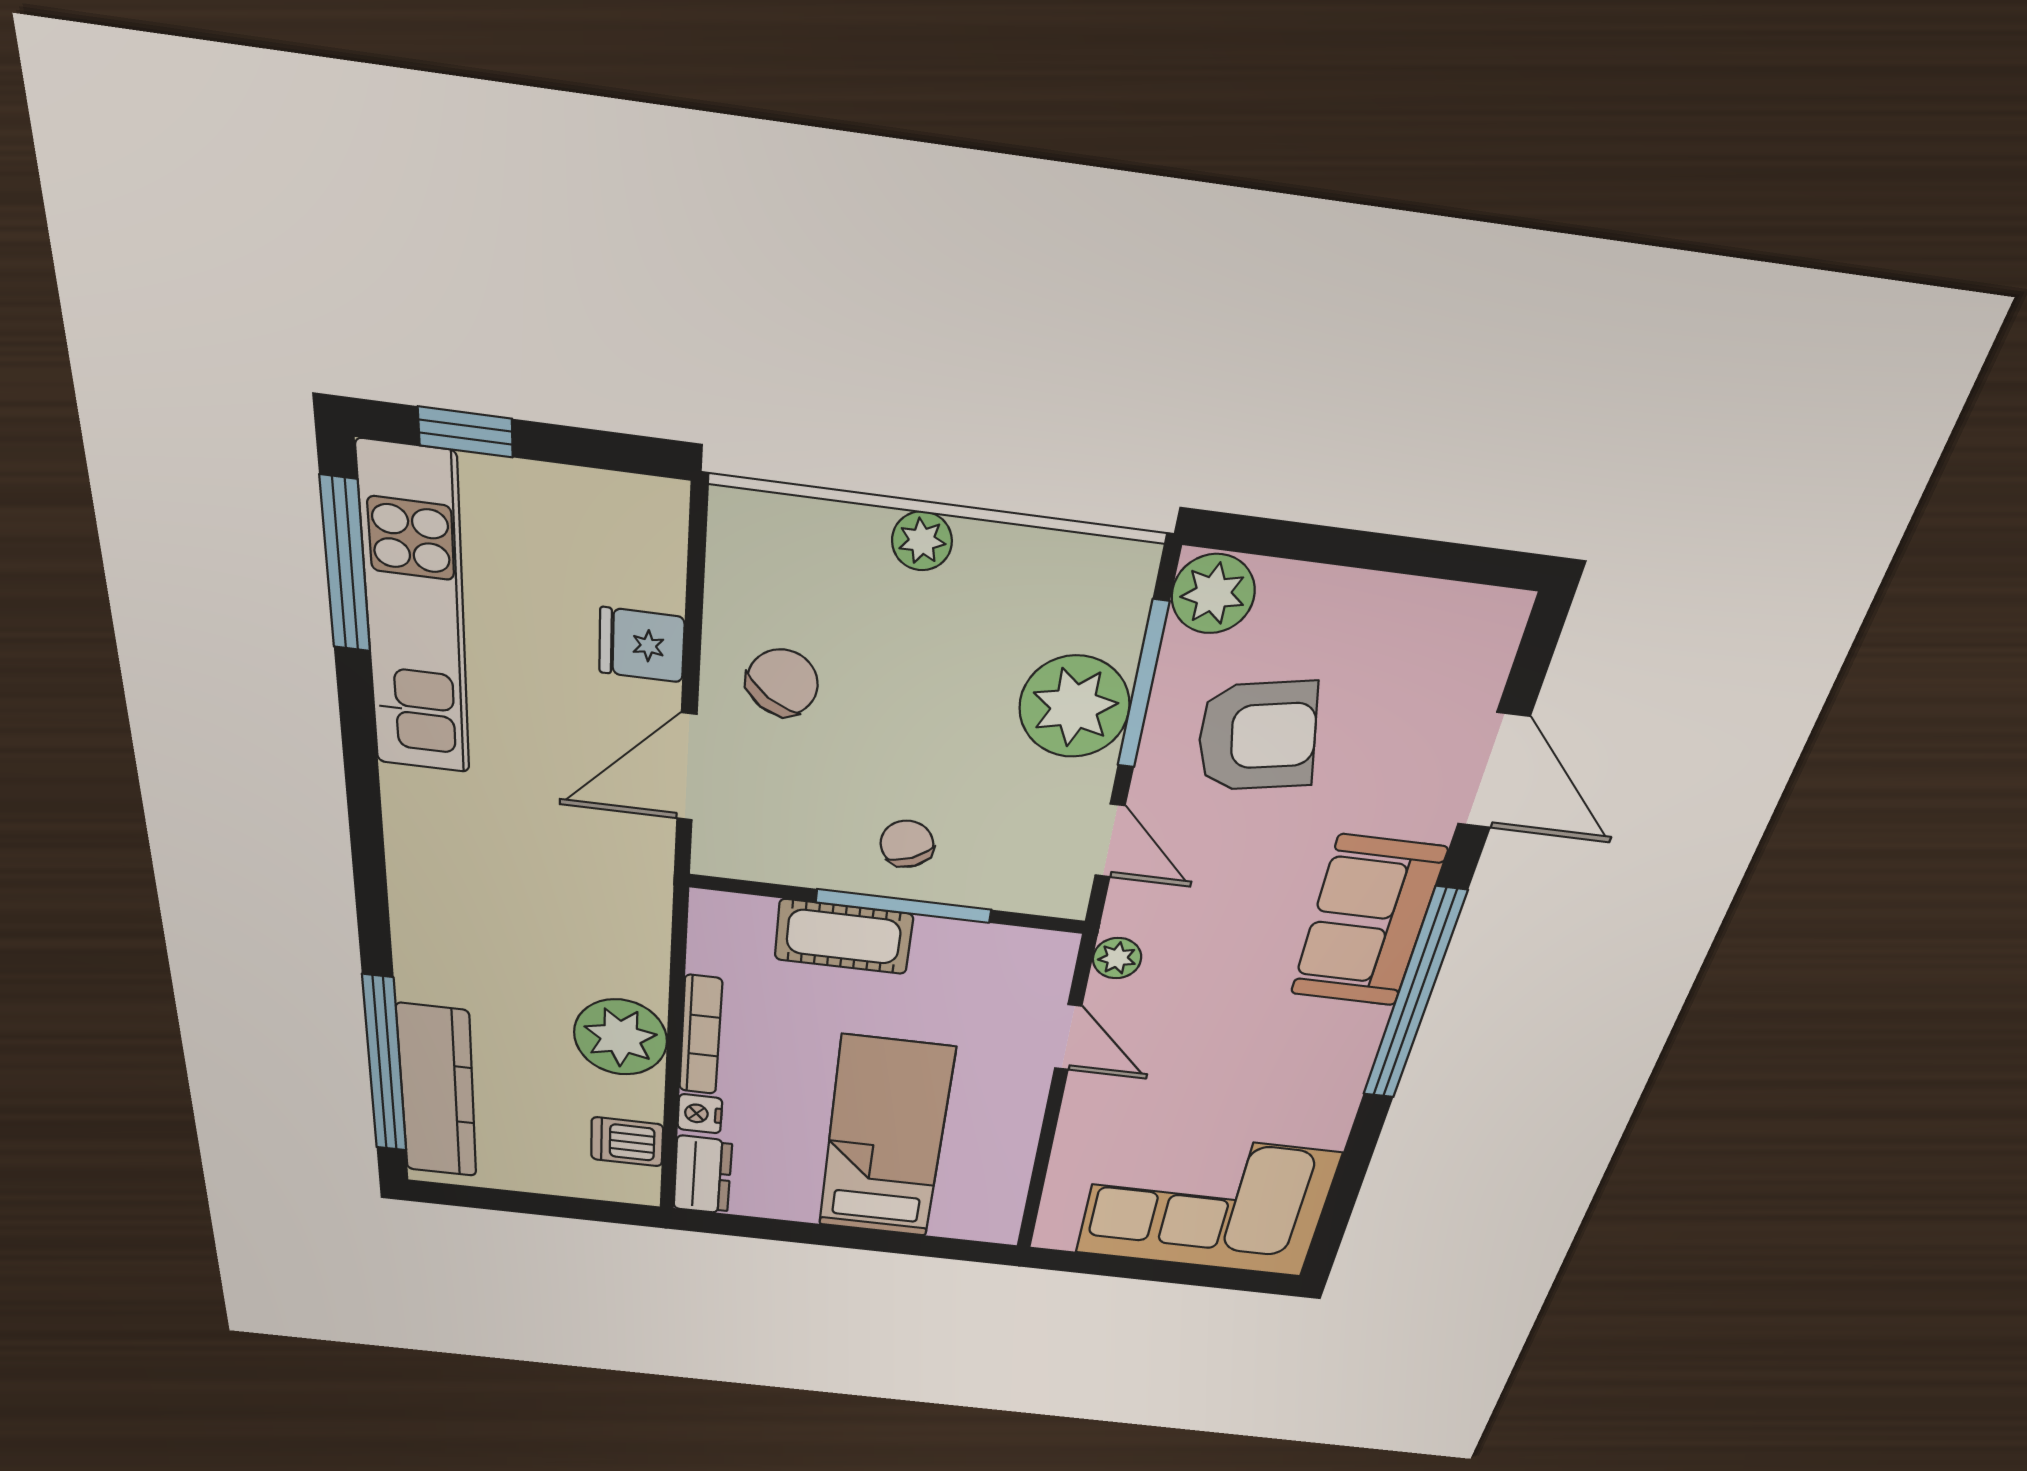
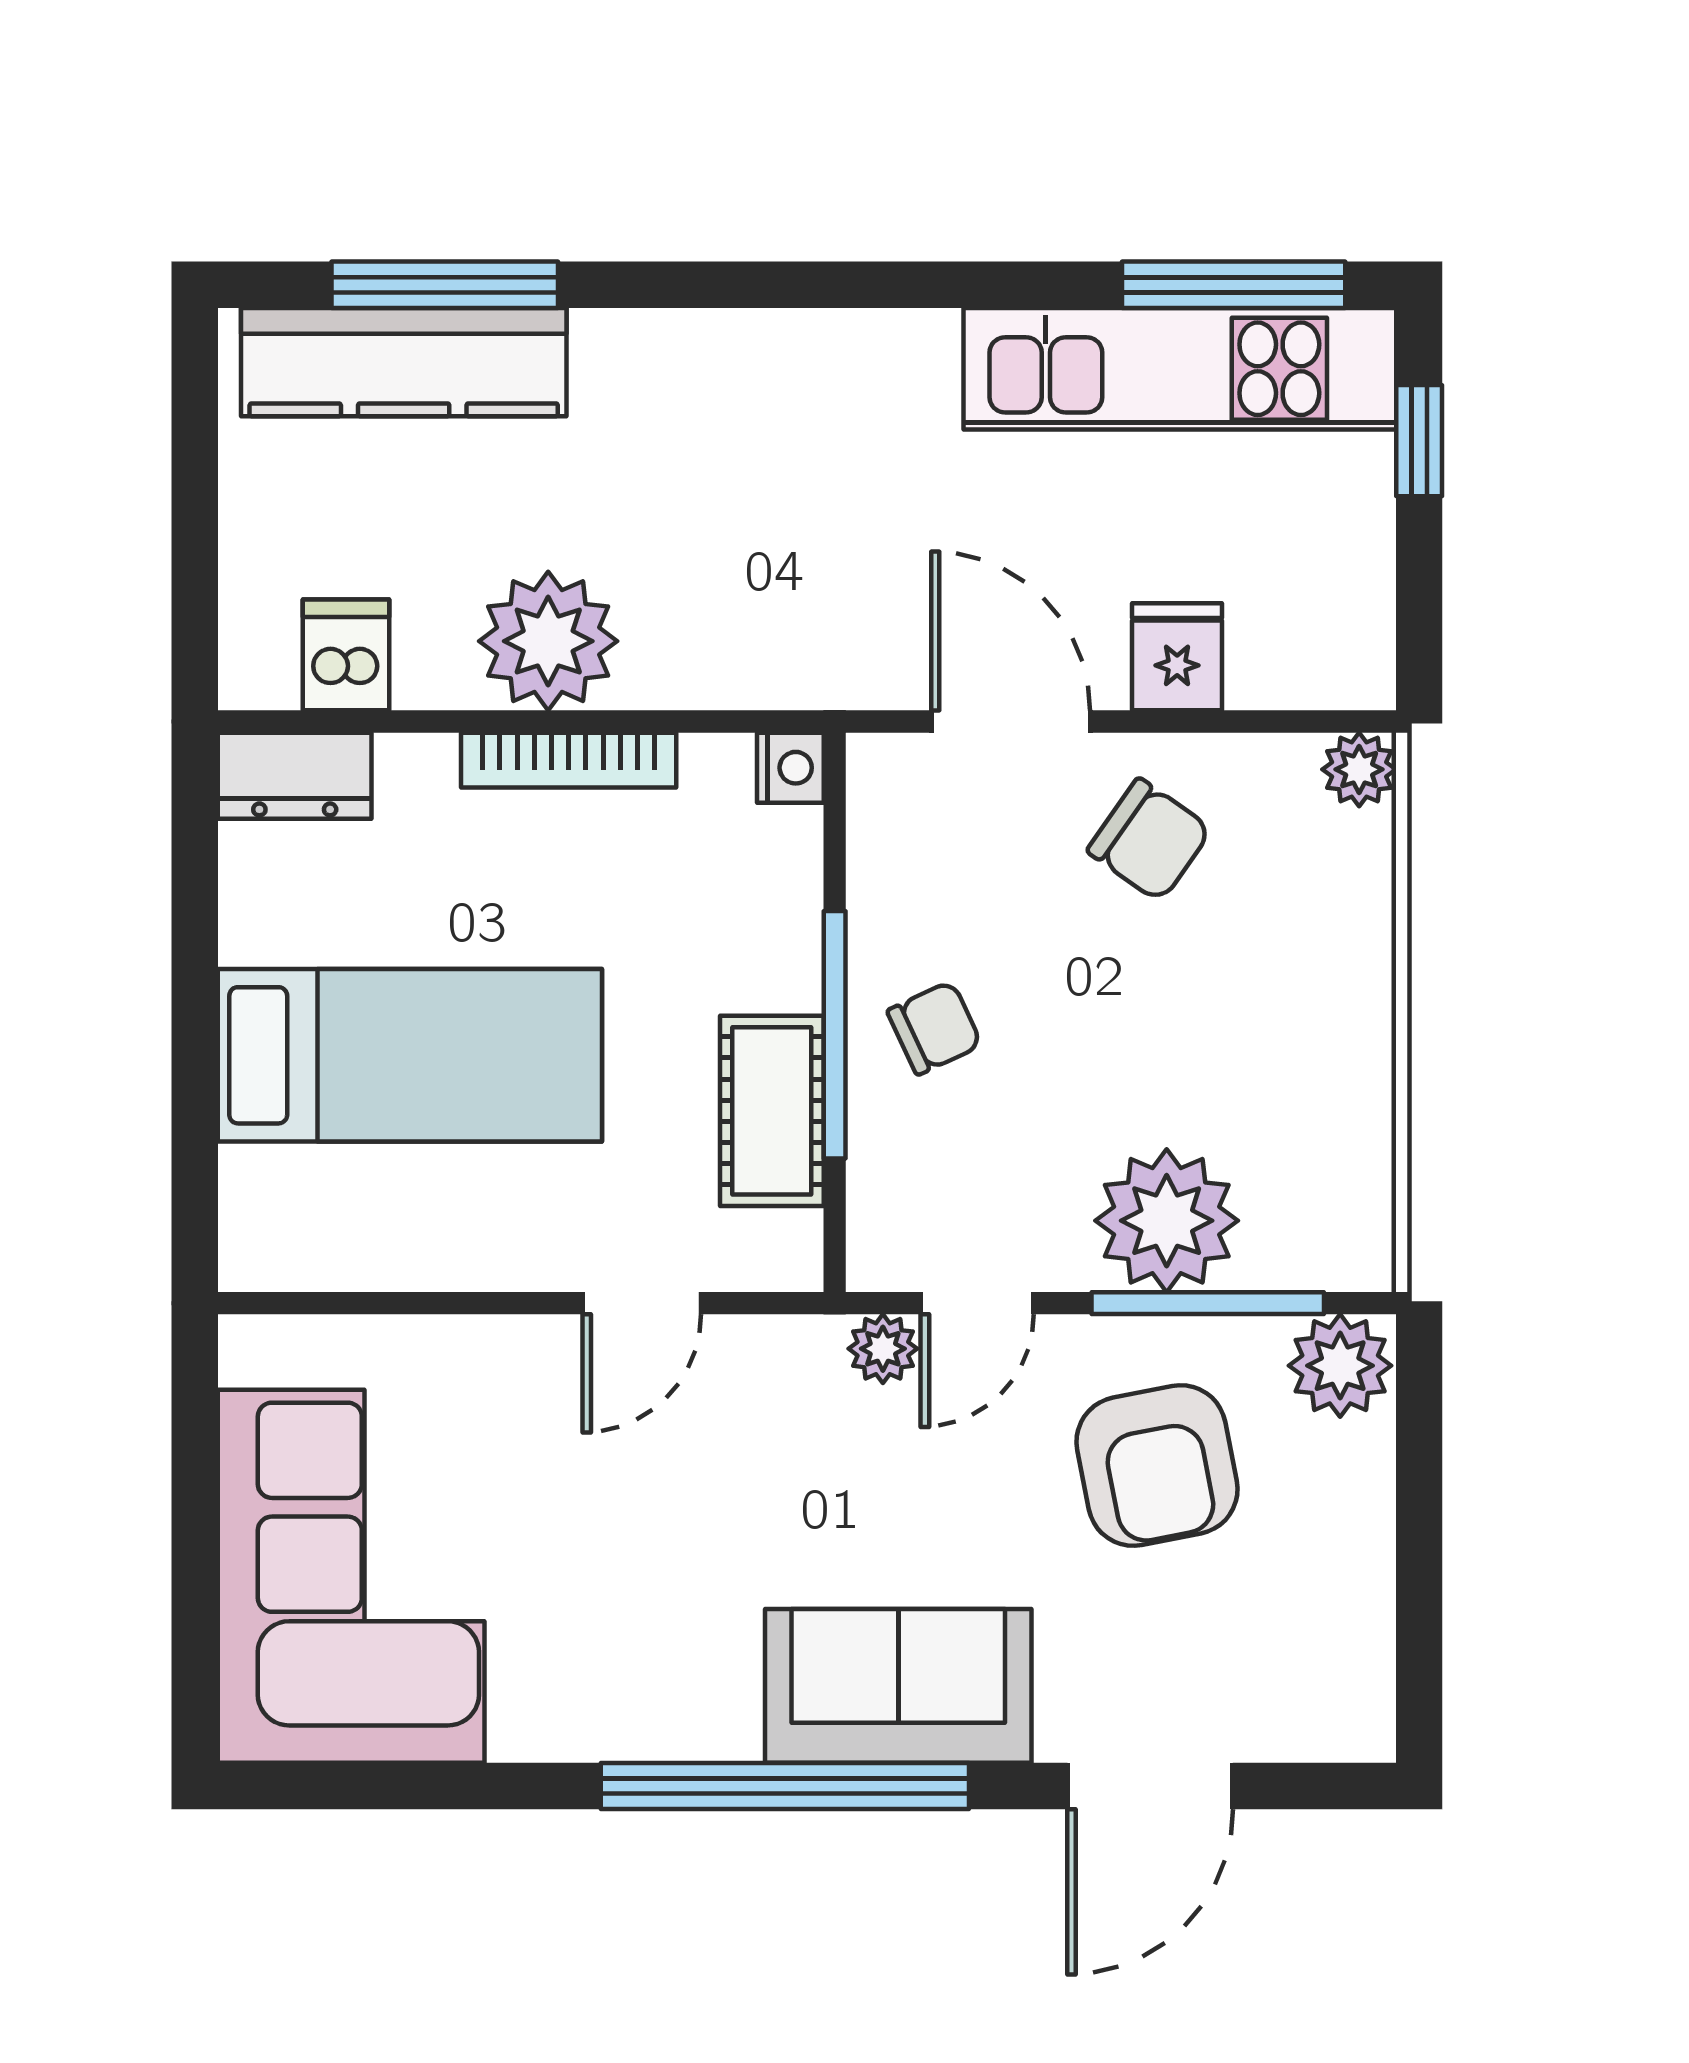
plant: (922, 541) -> (1359, 769), moved
cot: (844, 937) -> (772, 1111), moved
plant: (1117, 958) -> (883, 1349), moved
window: (385, 1065) -> (445, 285), width x0.68
nightstand: (700, 1114) -> (790, 768), moved, turned 90

